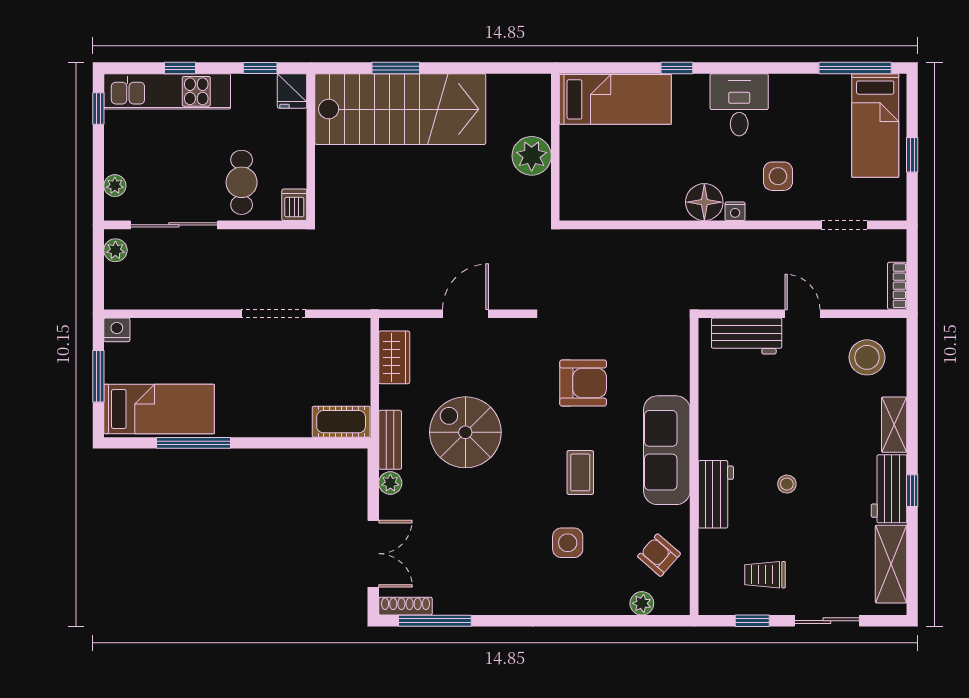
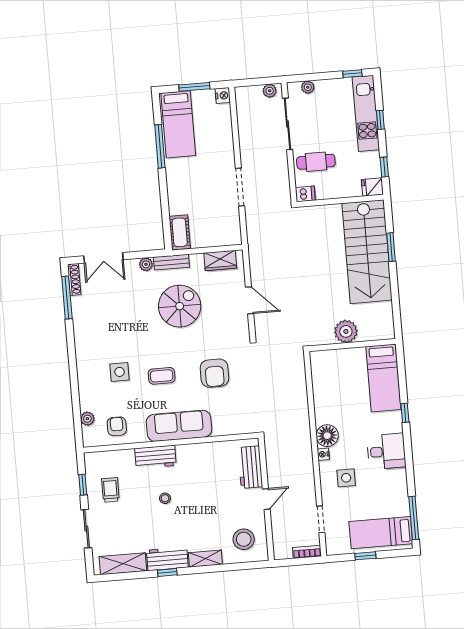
bookcase: (897, 286) -> (307, 552), moved
armchair: (659, 555) -> (117, 426), turned -41

